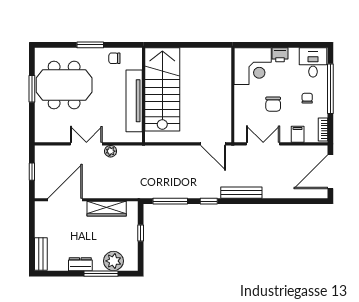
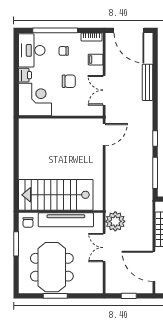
desk: (313, 62) -> (32, 50), width x1.37
stairs: (162, 89) -> (56, 195), moved
wall: (143, 95) -> (61, 212), moved
tv unit: (134, 101) -> (66, 220), moved
plant: (111, 151) -> (115, 221), width x1.87, depth x1.87
bench: (241, 193) -> (147, 82), moved

